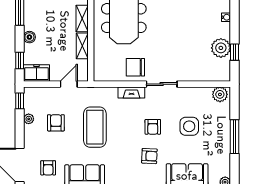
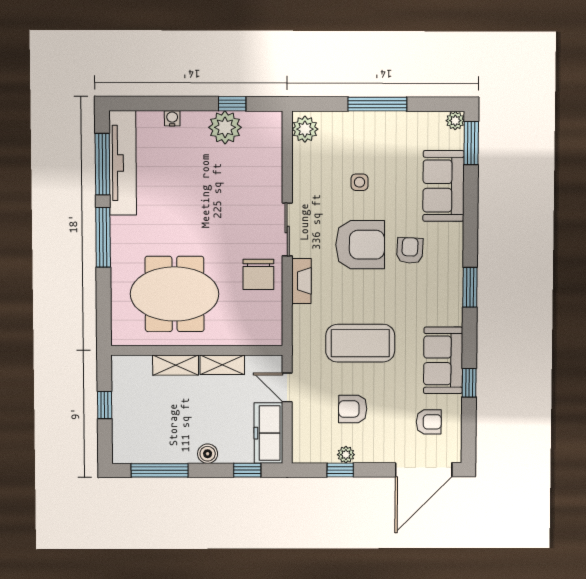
freezer: (36, 73) -> (268, 433), width x1.40
window: (20, 101) -> (340, 470), moved
side table: (189, 126) -> (359, 182), width x0.54, depth x0.54
armchair: (153, 127) -> (360, 245), width x1.88, depth x1.88

